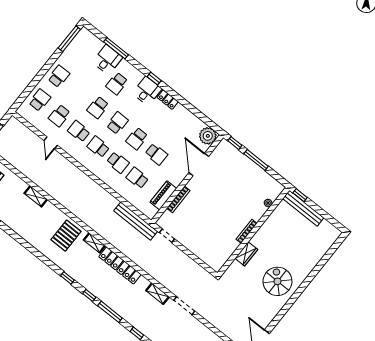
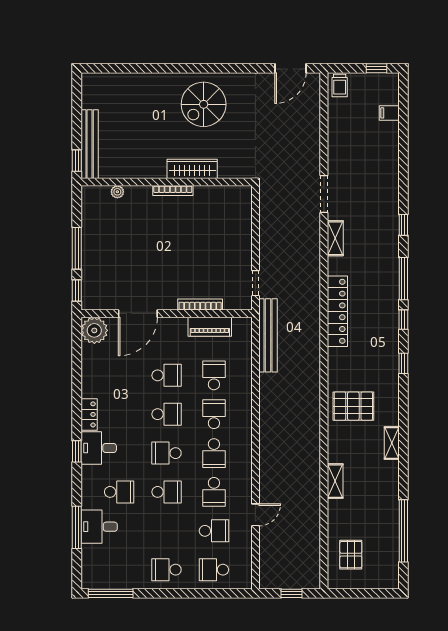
school desk: (156, 154) -> (167, 375), turned 90
school desk: (137, 178) -> (214, 375), turned 180
shelving: (94, 243) -> (392, 443), moved
wardrobe: (246, 254) -> (192, 169), width x1.50

